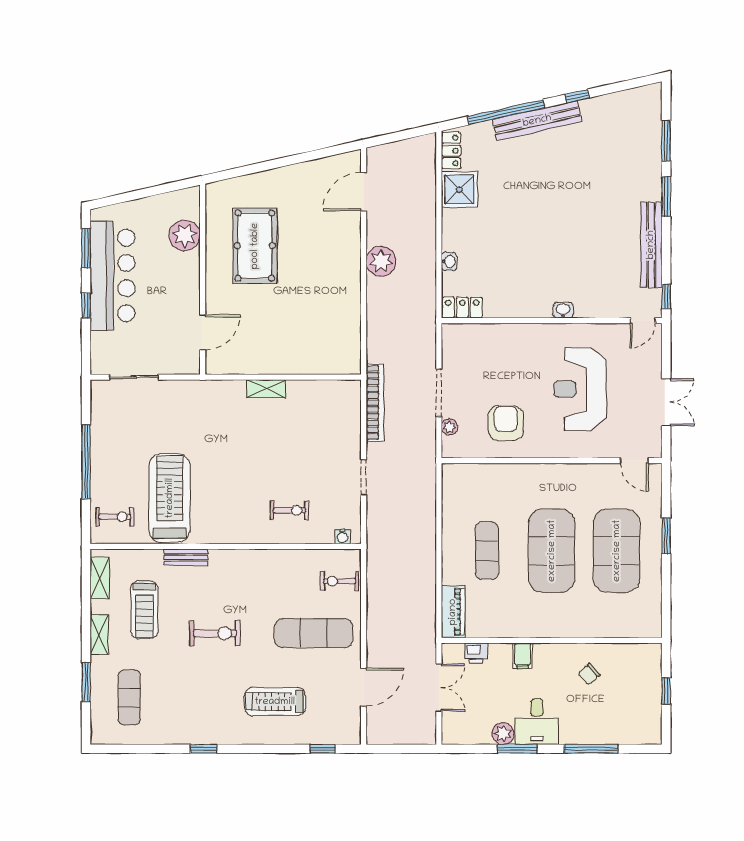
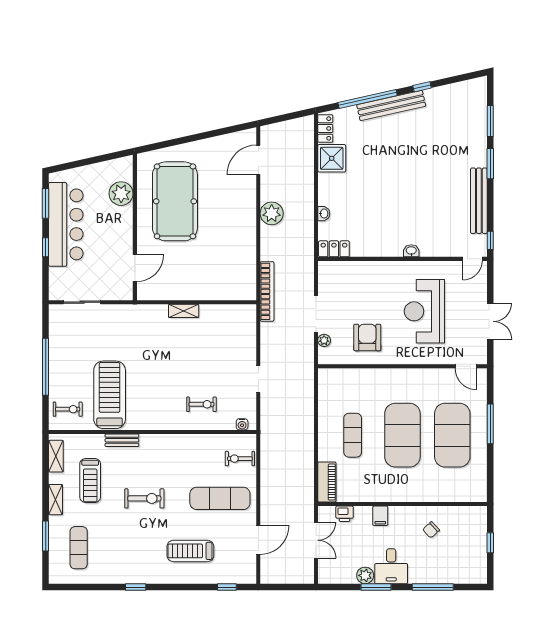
pool table: (255, 246) -> (175, 201), width x1.36, depth x1.32
bookcase: (375, 403) -> (267, 291), moved
window: (666, 536) -> (490, 424), width x1.44

